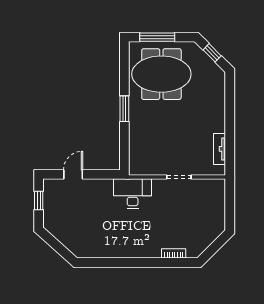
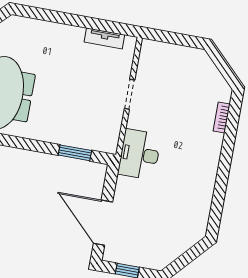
window: (124, 109) -> (75, 153), moved
door: (73, 174) -> (103, 223), width x1.88

